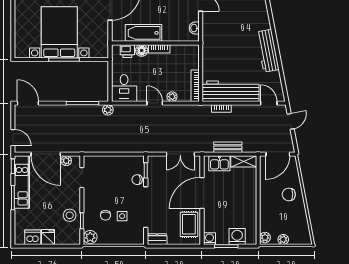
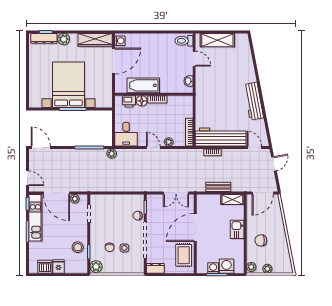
kitchen sink: (219, 163) -> (237, 229), moved, turned 90
chair: (289, 194) -> (261, 240), moved
washing machine: (209, 239) -> (213, 268), moved

